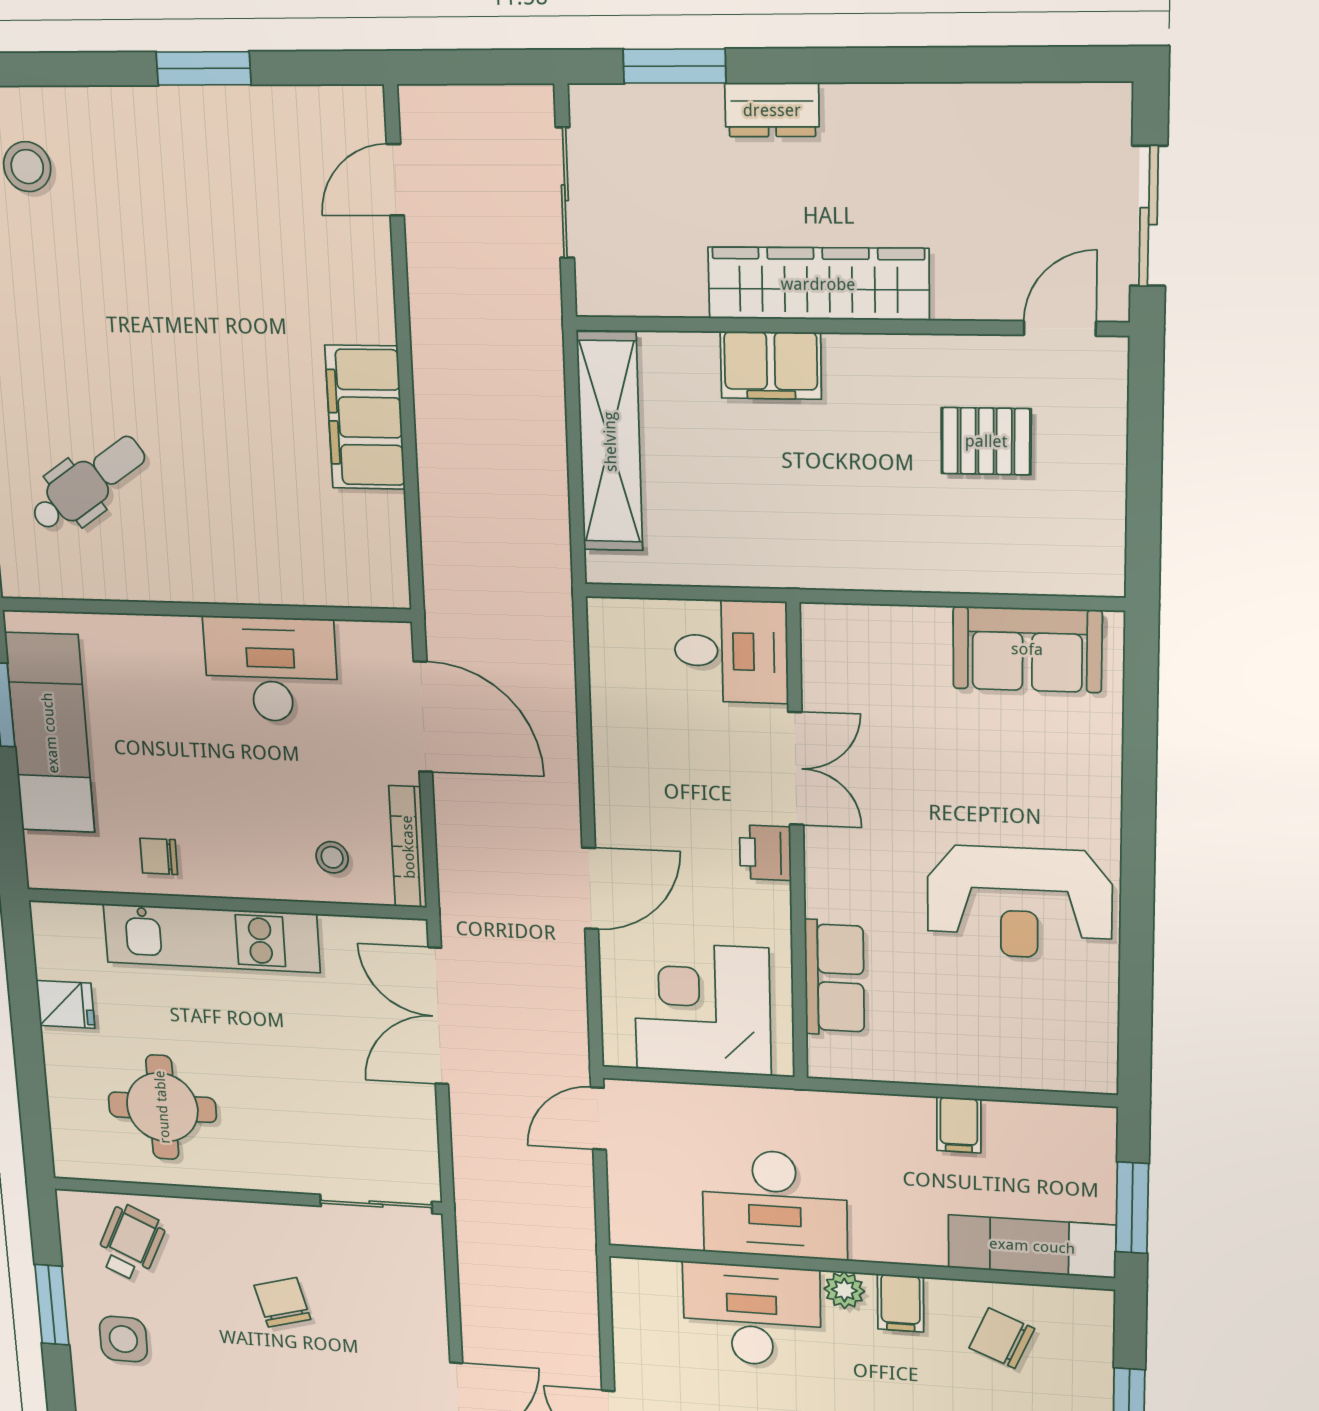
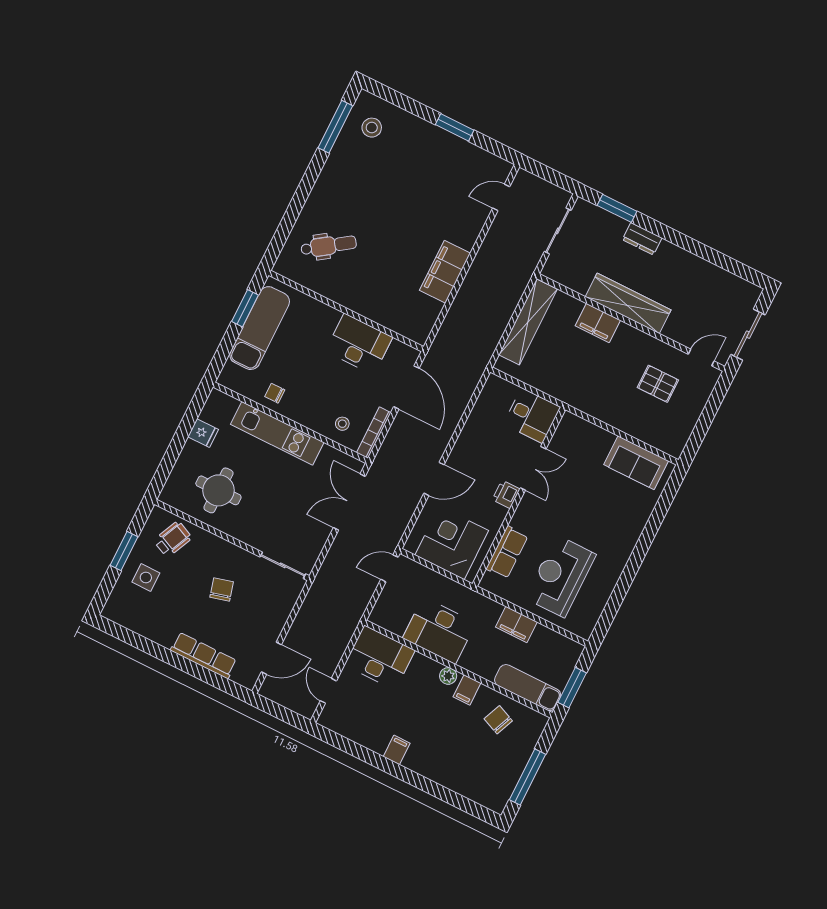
reception desk: (1019, 902) -> (560, 576), moved, turned 90
filing cabinet: (959, 1125) -> (516, 624), width x2.00
desk: (752, 1315) -> (380, 658), moved

